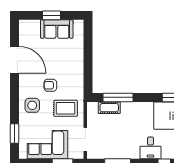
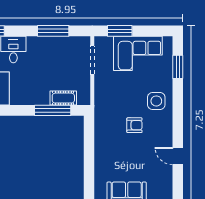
door: (15, 60) -> (178, 156), width x0.53
rug: (66, 108) -> (116, 97), removed

